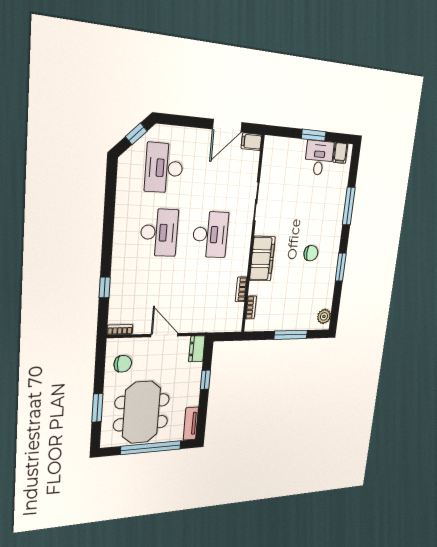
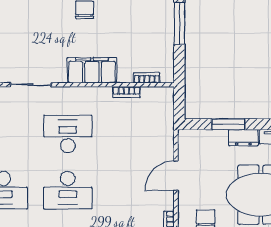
desk: (159, 233) -> (68, 190), turned 180
dresser: (197, 349) -> (243, 138), moved
window: (205, 380) -> (228, 124), width x1.50

